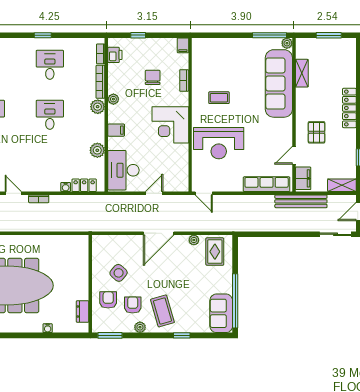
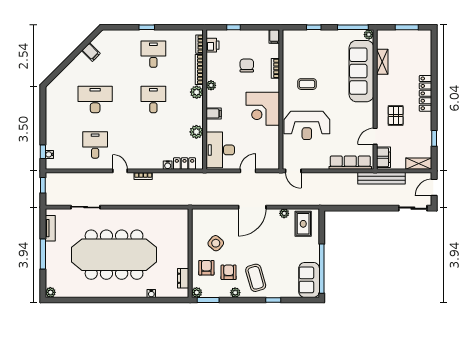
window: (226, 35) -> (314, 27), added
plant: (98, 327) -> (197, 292), added

